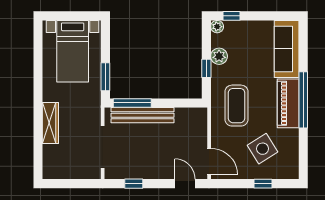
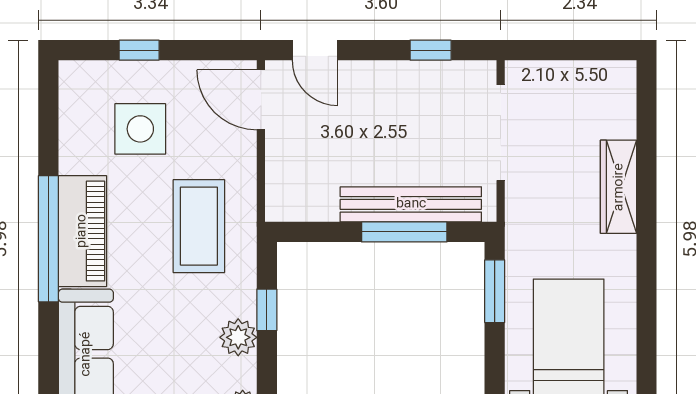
window: (132, 103) -> (404, 232), moved
side table: (263, 149) -> (140, 129), turned 32

